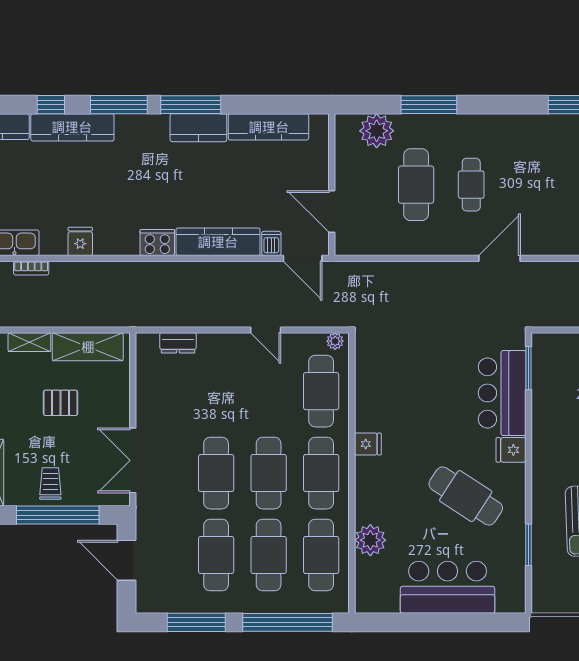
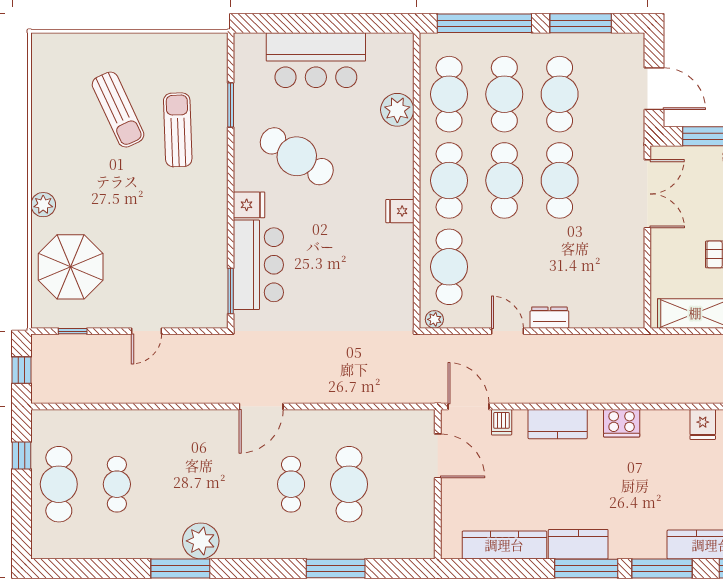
plant: (377, 131) -> (201, 541), moved
kitchen counter: (218, 242) -> (558, 424), width x0.67
dresser: (178, 343) -> (549, 318), moved

